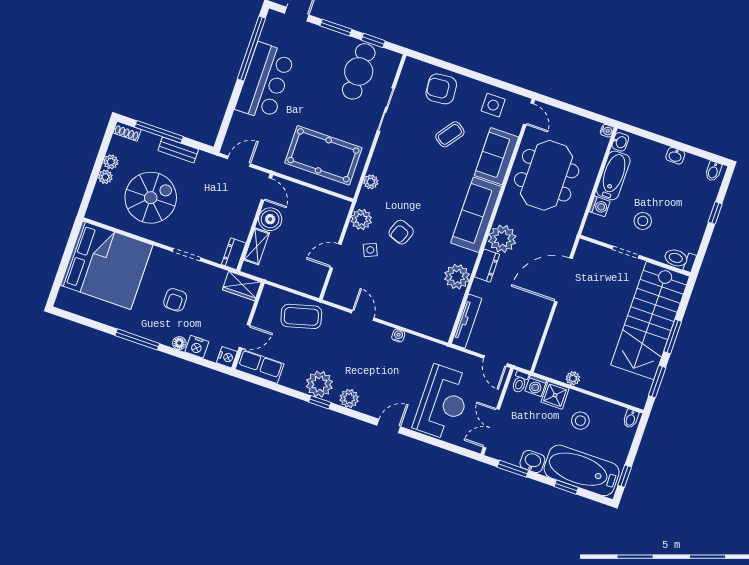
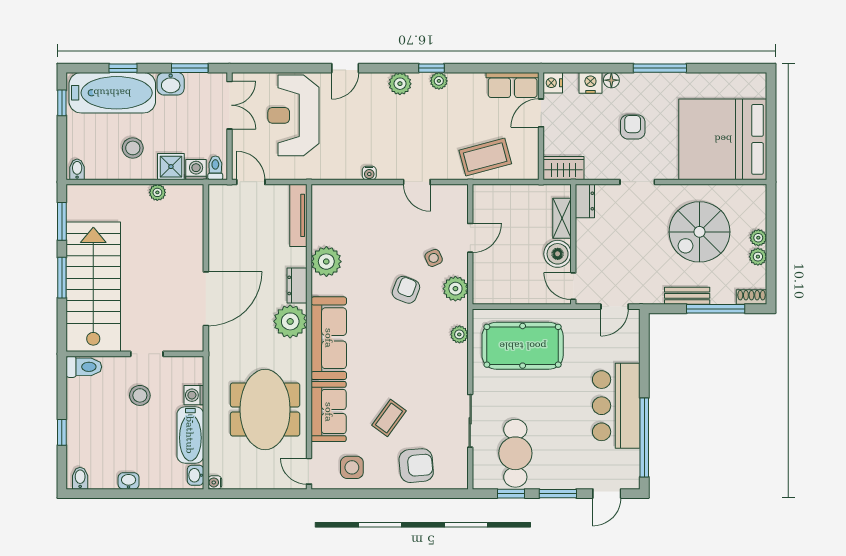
plant: (319, 384) -> (439, 81), width x0.53, depth x0.53

